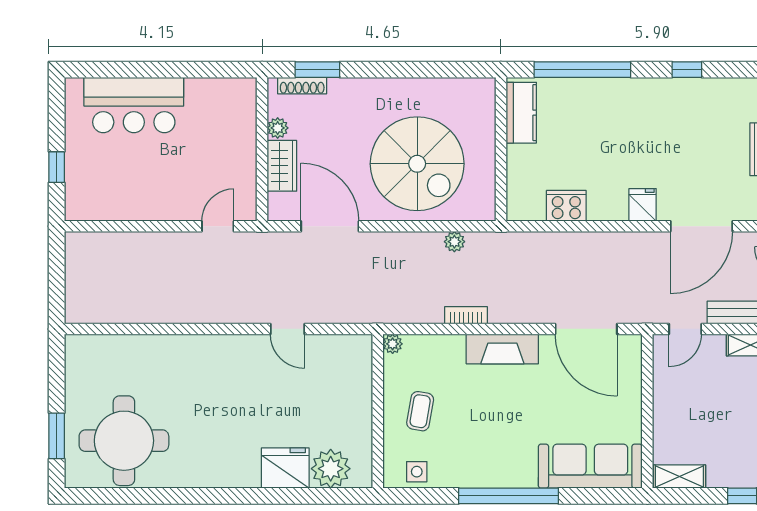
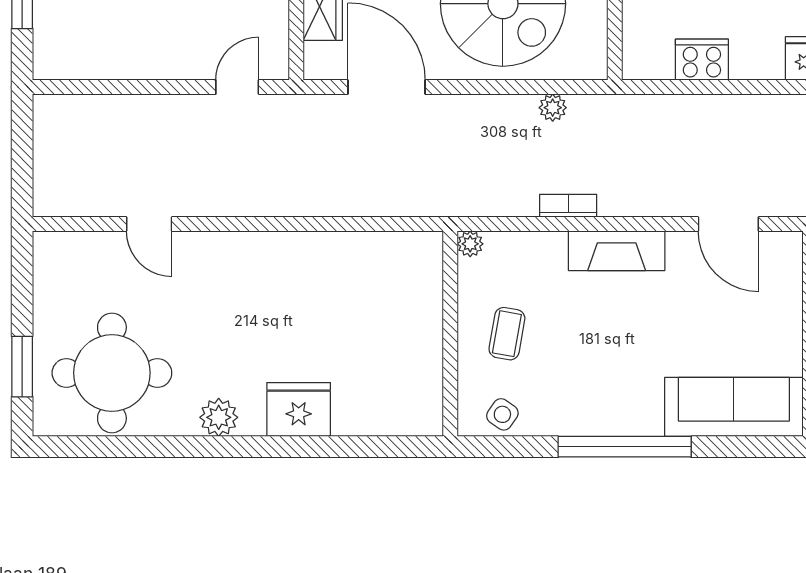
door: (287, 329) -> (149, 224), moved
door: (586, 329) -> (728, 224), width x0.73
fridge: (285, 468) -> (299, 409), moved
plant: (331, 469) -> (219, 417), moved, width x0.73, depth x0.73
side table: (417, 472) -> (502, 414), turned 35

